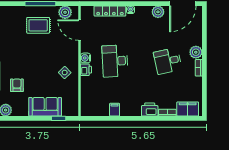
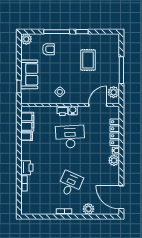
plant: (158, 12) -> (114, 160), moved
rug: (38, 25) -> (88, 60), moved
plant: (196, 52) -> (88, 209), moved
desk: (168, 61) -> (70, 184), turned 36
filing cabinet: (188, 109) -> (27, 122), moved

